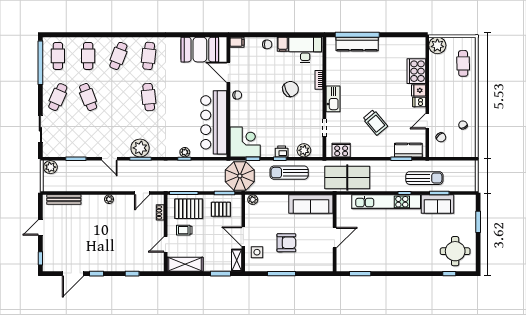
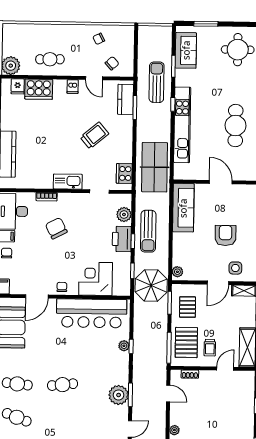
cafe table: (463, 63) -> (50, 59), moved
fridge: (419, 90) -> (18, 86), moved
corner desk: (245, 142) -> (96, 279), moved
printer: (282, 151) -> (122, 239), width x1.87, depth x1.48
sofa: (437, 204) -> (186, 50), moved
door: (166, 244) -> (225, 369), swing flipped
cafe table: (386, 250) -> (236, 126), added

